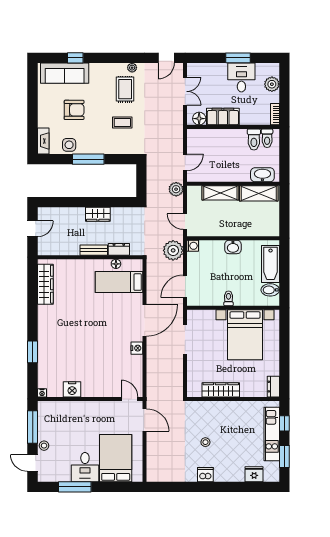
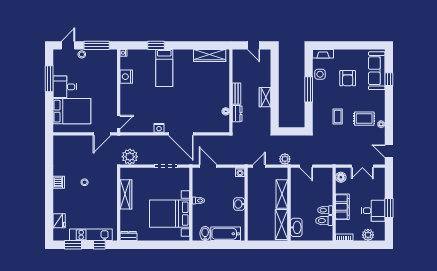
filing cabinet: (223, 117) -> (342, 207), moved
toilet: (267, 138) -> (325, 210), moved
plant: (173, 250) -> (130, 157), moved
bed: (119, 282) -> (164, 68), moved, turned 180

